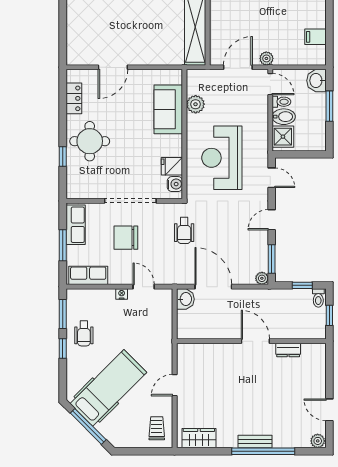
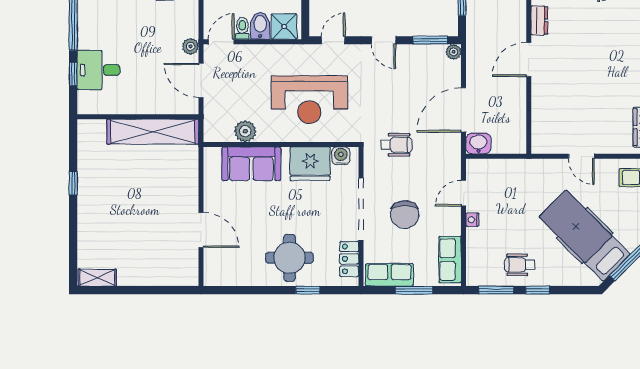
locker: (74, 98) -> (349, 259), moved, turned -90
fridge: (172, 166) -> (310, 164), width x1.88, depth x1.34
wheelchair: (84, 333) -> (520, 265), turned 180

